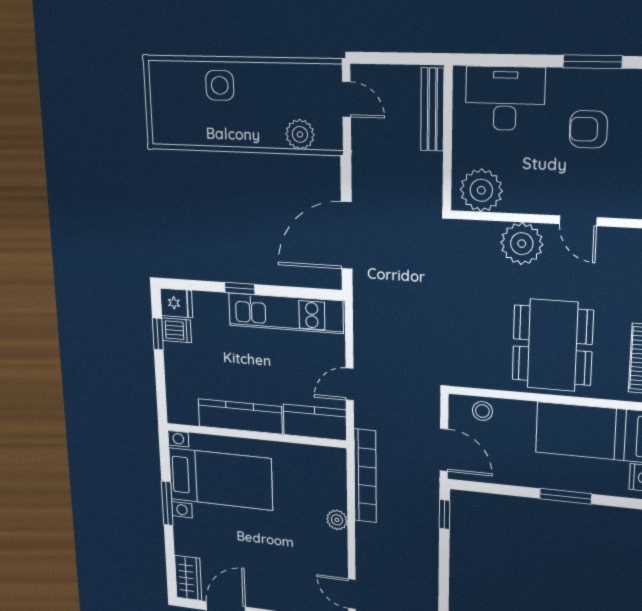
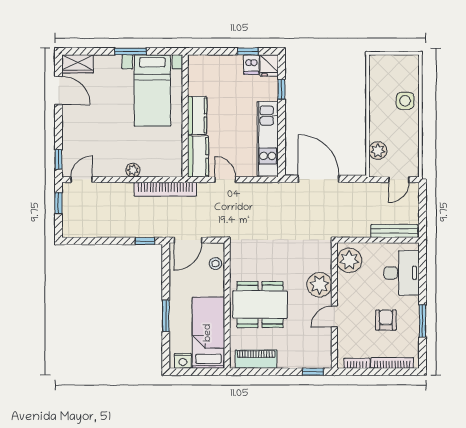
window: (240, 288) -> (282, 89), moved
kitchen counter: (240, 416) -> (197, 115), width x0.67

